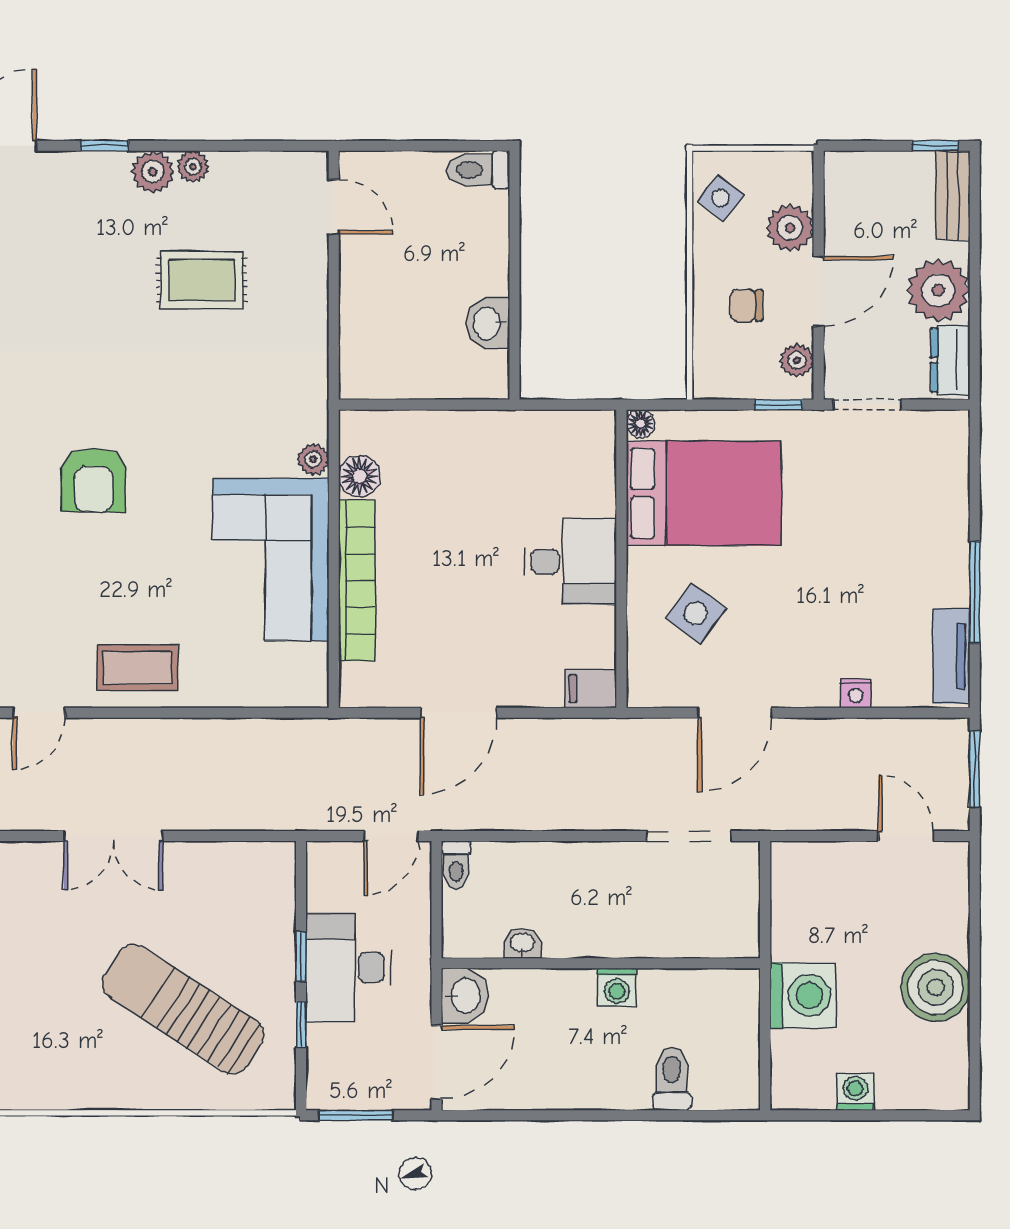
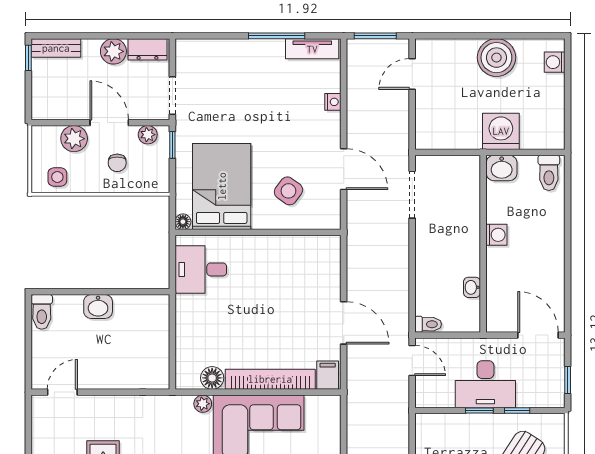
side table: (721, 198) -> (57, 177), turned -38
plant: (938, 290) -> (113, 51), width x0.73, depth x0.73
washbasin: (488, 323) -> (98, 306), moved
desk: (570, 561) -> (201, 269), moved, turned -90
filing cabinet: (591, 689) -> (328, 375), moved, turned 180
washbasin: (465, 996) -> (502, 168), moved, turned 180
toilet: (672, 1078) -> (549, 173), moved, turned -90
washing machine: (855, 1092) -> (555, 62), moved
window: (356, 1115) -> (568, 380), width x0.67

